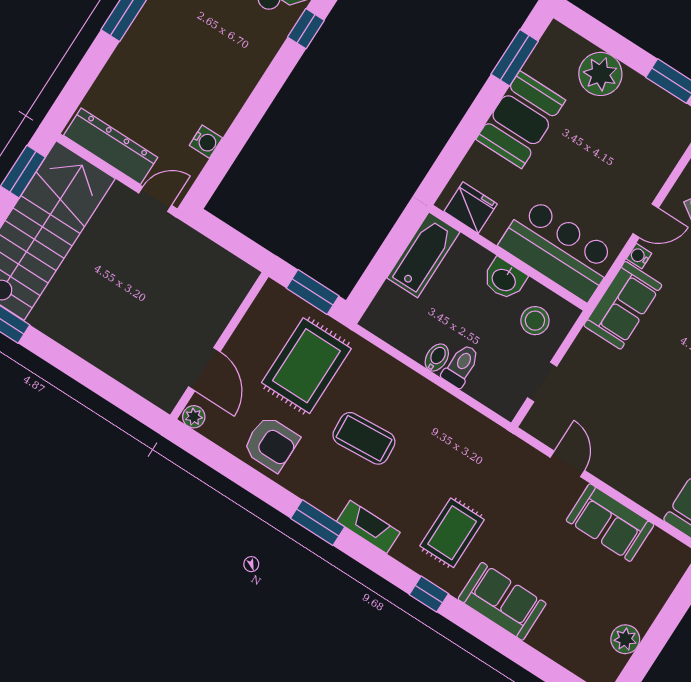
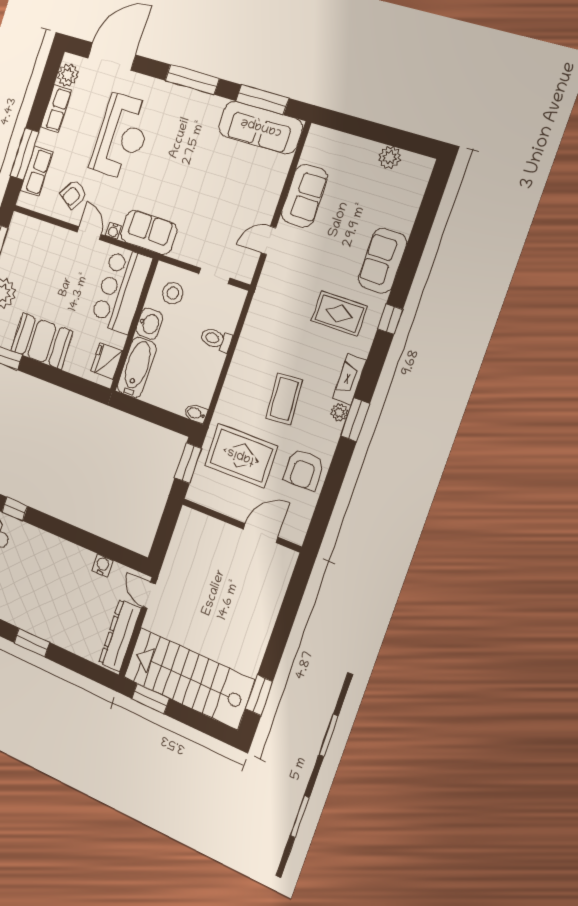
bathtub: (423, 255) -> (137, 367), moved, turned 90
bidet: (437, 357) -> (196, 413), moved
plant: (194, 417) -> (339, 412), moved
armchair: (271, 444) -> (304, 470), turned 180

